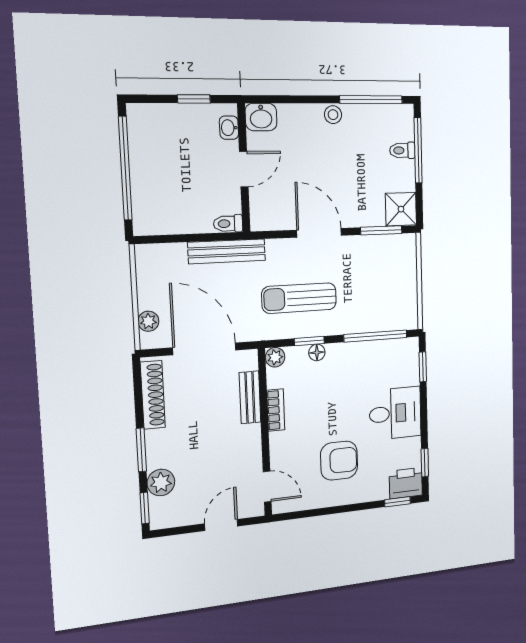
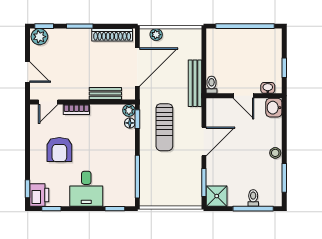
window: (371, 100) -> (284, 178), width x0.69
sun lounger: (299, 298) -> (164, 127), turned 180
window: (309, 341) -> (137, 119), moved
floor lamp: (317, 352) -> (130, 123), moved
bookcase: (276, 410) -> (76, 109), moved
plant: (161, 482) -> (39, 37), moved

